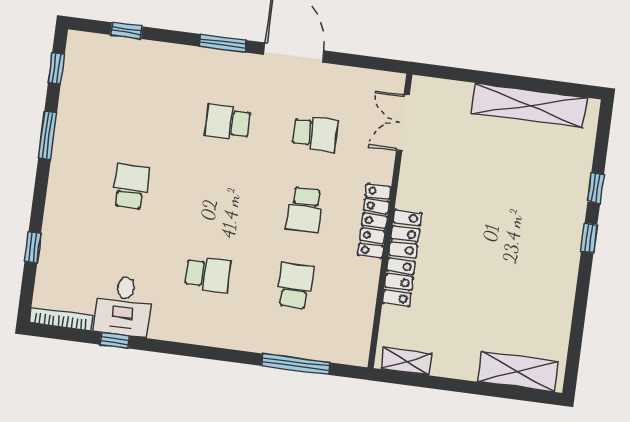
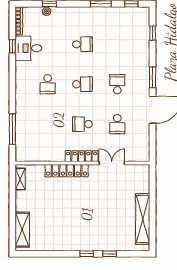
double door: (403, 123) -> (112, 163), moved
plant: (48, 256) -> (47, 11), added
school desk: (295, 286) -> (82, 84), moved

